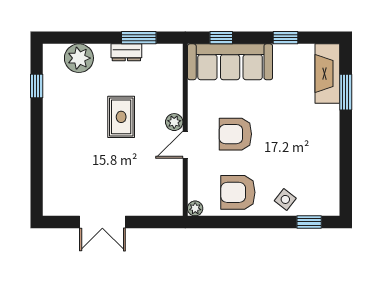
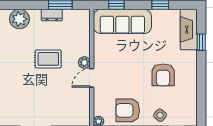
window: (346, 92) -> (201, 42), width x0.67
rug: (121, 117) -> (48, 59), turned 90
armchair: (235, 134) -> (163, 75), moved, turned -90

